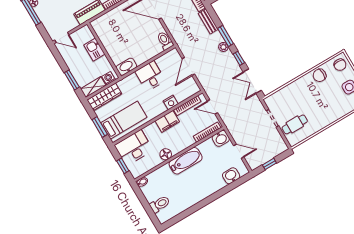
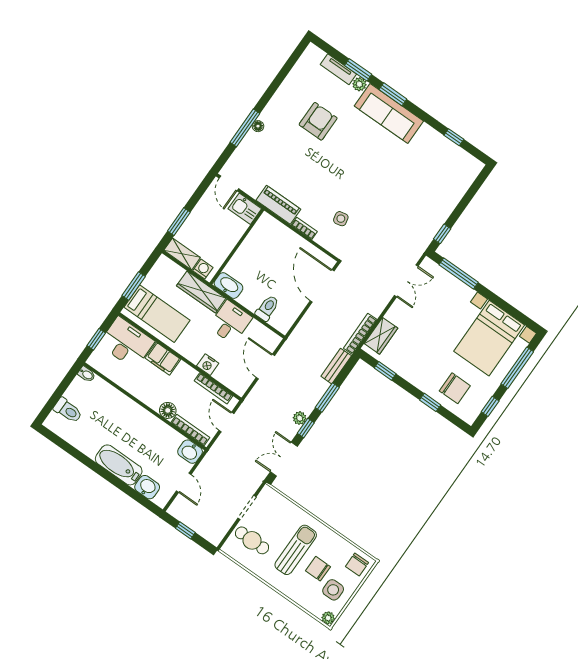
toilet: (165, 41) -> (267, 308), moved
plant: (223, 47) -> (300, 418), moved
kitchen sink: (94, 50) -> (245, 209), moved, turned -90
door: (188, 66) -> (265, 367), hinge flipped
chair: (320, 75) -> (318, 569), moved
wardrobe: (104, 97) -> (201, 292), moved
sun lounger: (313, 99) -> (296, 550), added
filing cabinet: (167, 121) -> (163, 359), moved
floor lamp: (166, 154) -> (168, 410), moved
bathtub: (186, 161) -> (119, 465), moved, turned 180

